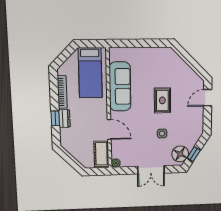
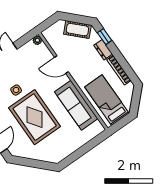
rug: (162, 100) -> (35, 117), width x1.86, depth x2.06
window: (55, 118) -> (105, 37), moved
cot: (101, 154) -> (77, 30), moved, turned -45

